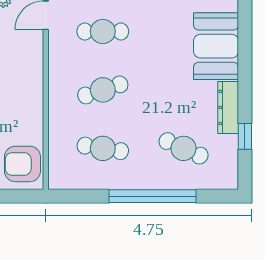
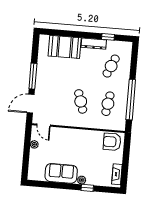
cafe table: (103, 31) -> (53, 99), removed
armchair: (22, 164) -> (112, 142), turned 90
window: (153, 196) -> (131, 100), moved

